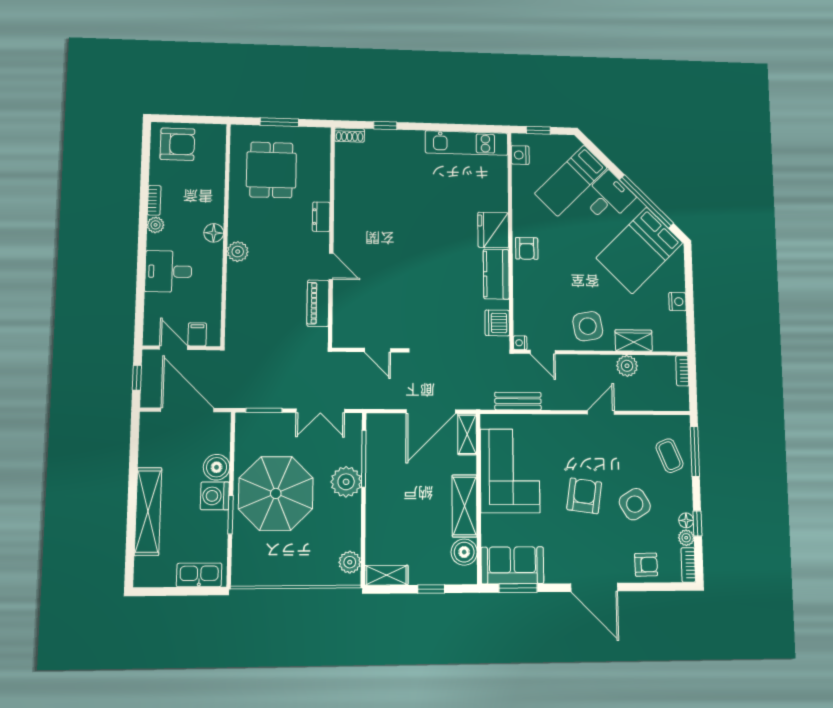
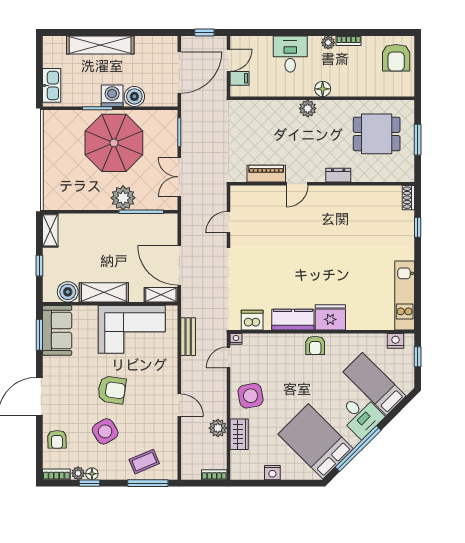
armchair: (527, 248) -> (315, 345), turned -90
plant: (350, 562) -> (61, 201), removed

